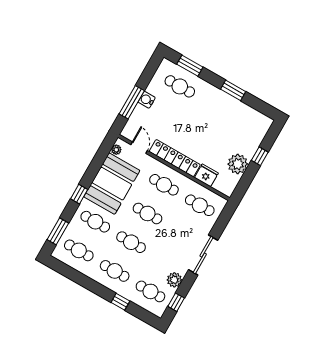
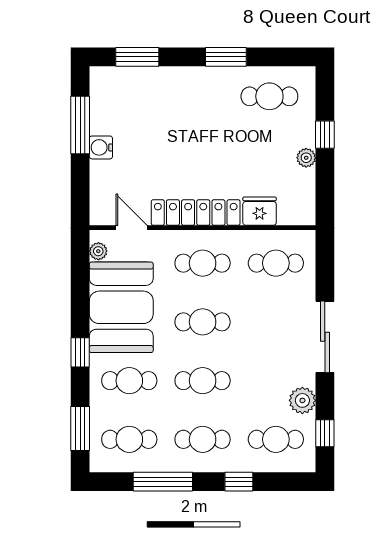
cafe table: (180, 86) -> (269, 96), moved
window: (132, 102) -> (80, 125), moved
plant: (238, 164) -> (306, 158), width x0.53, depth x0.53
window: (83, 280) -> (163, 482), added

